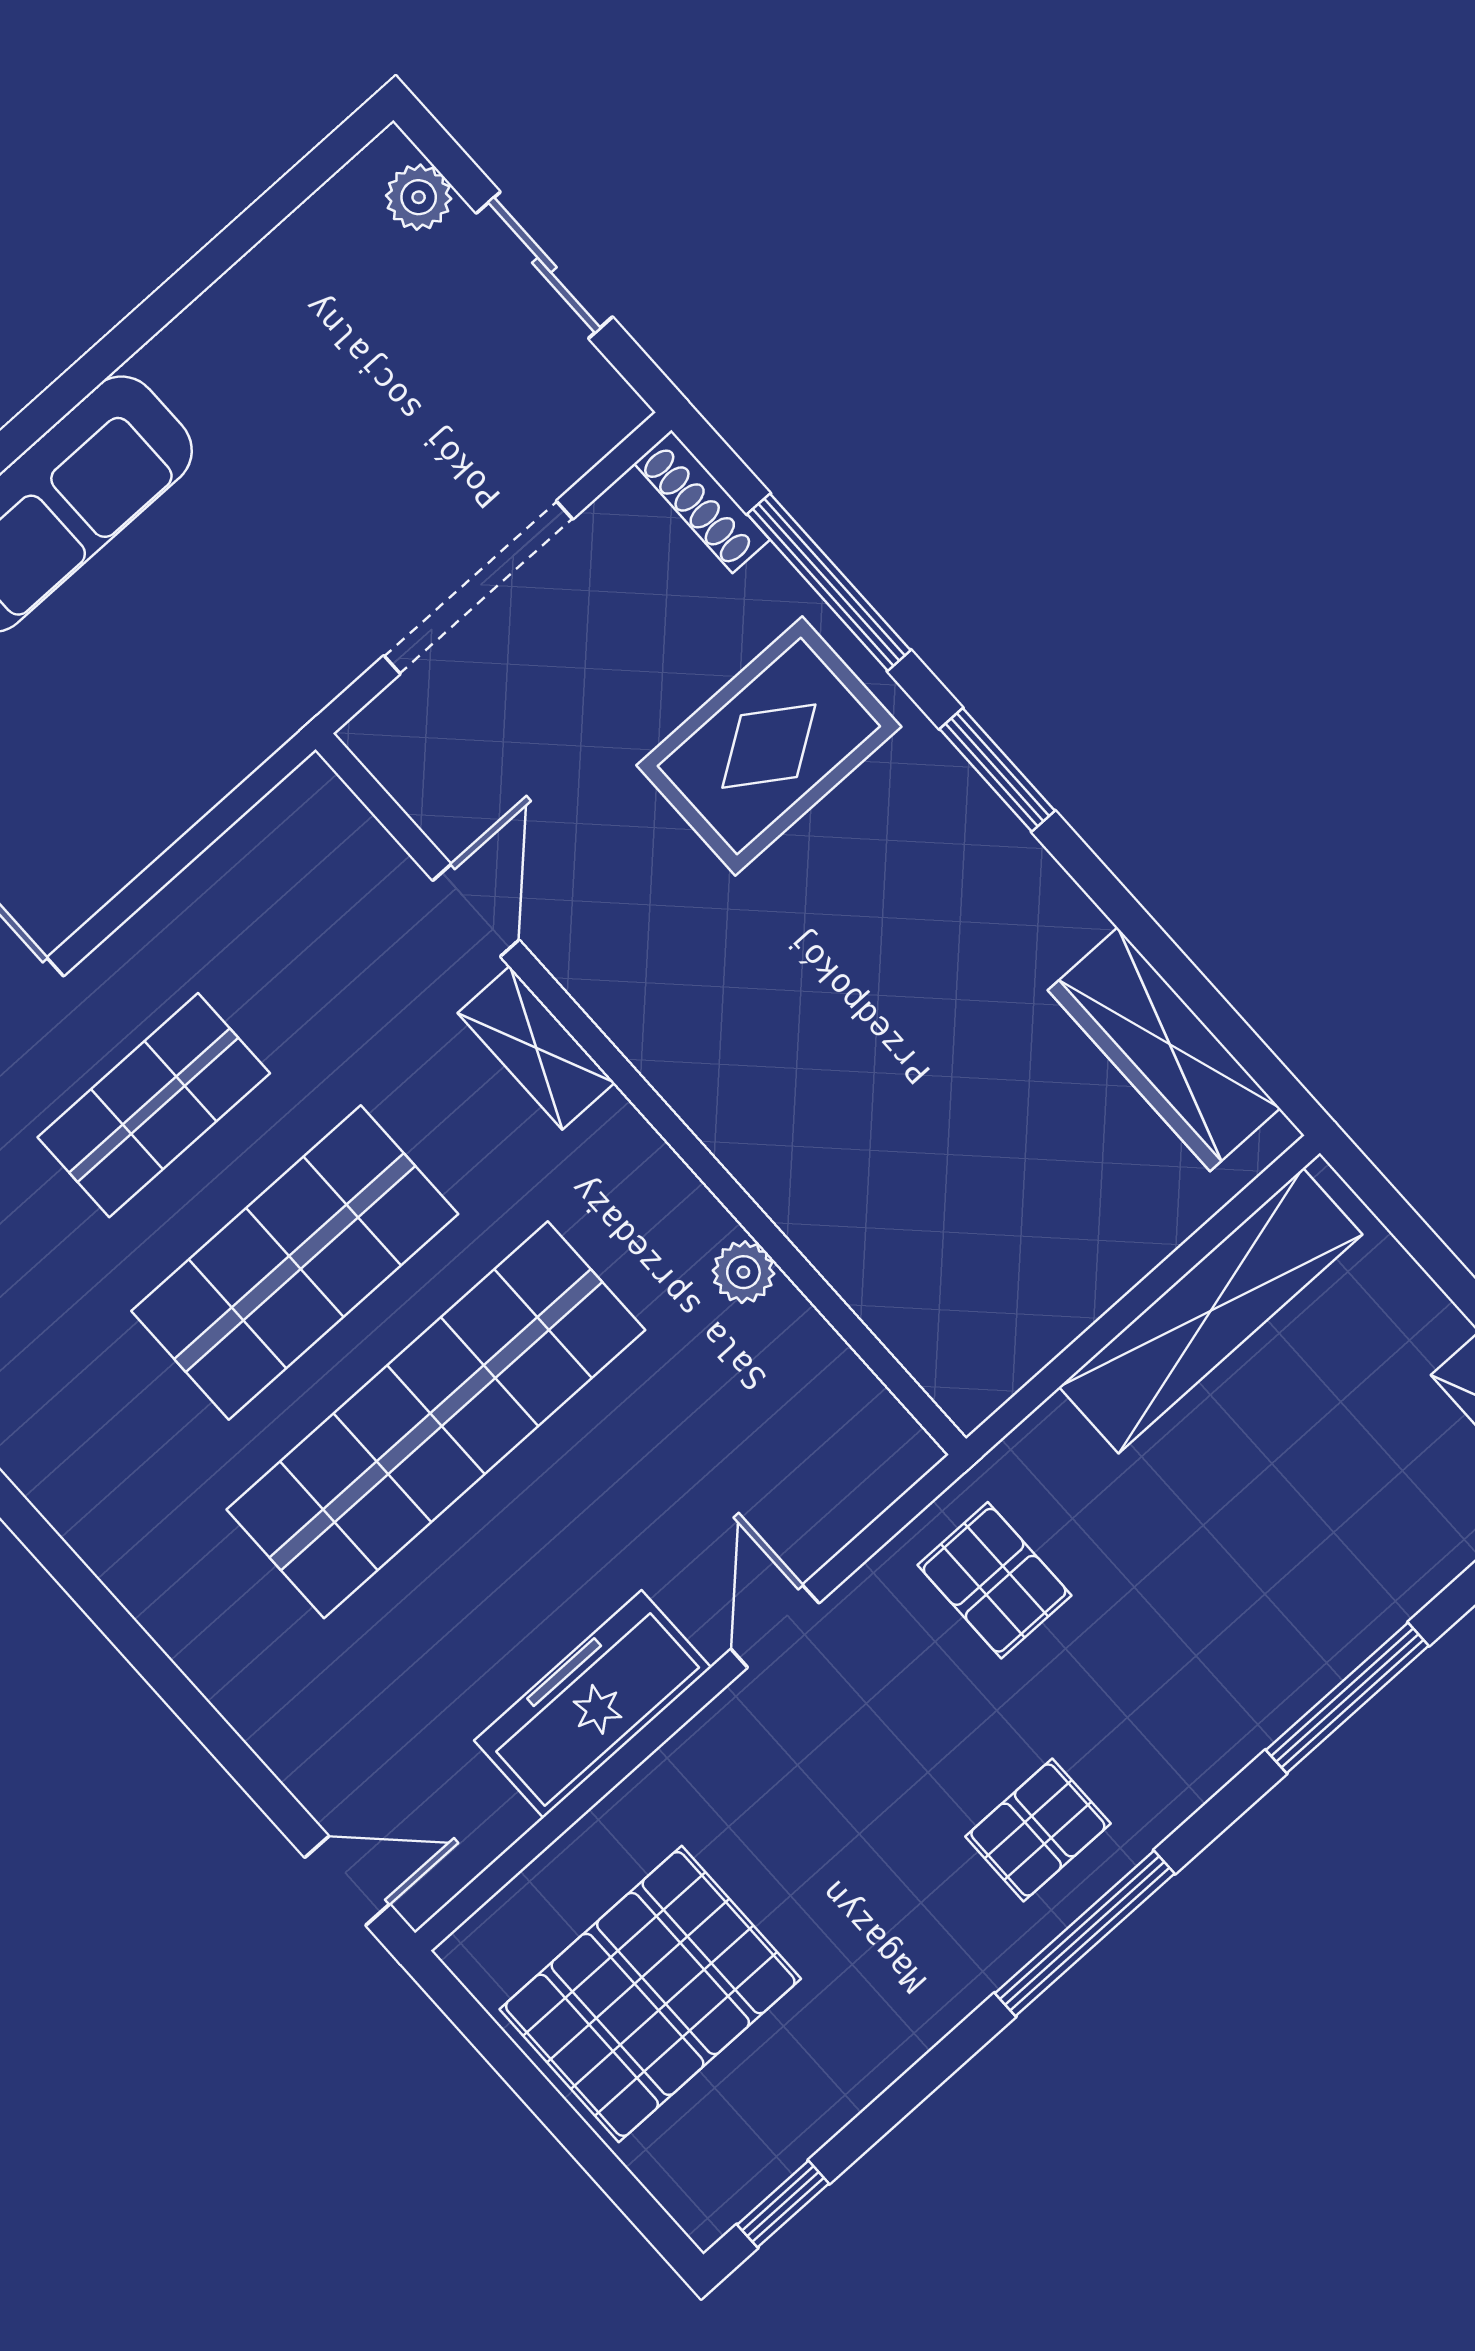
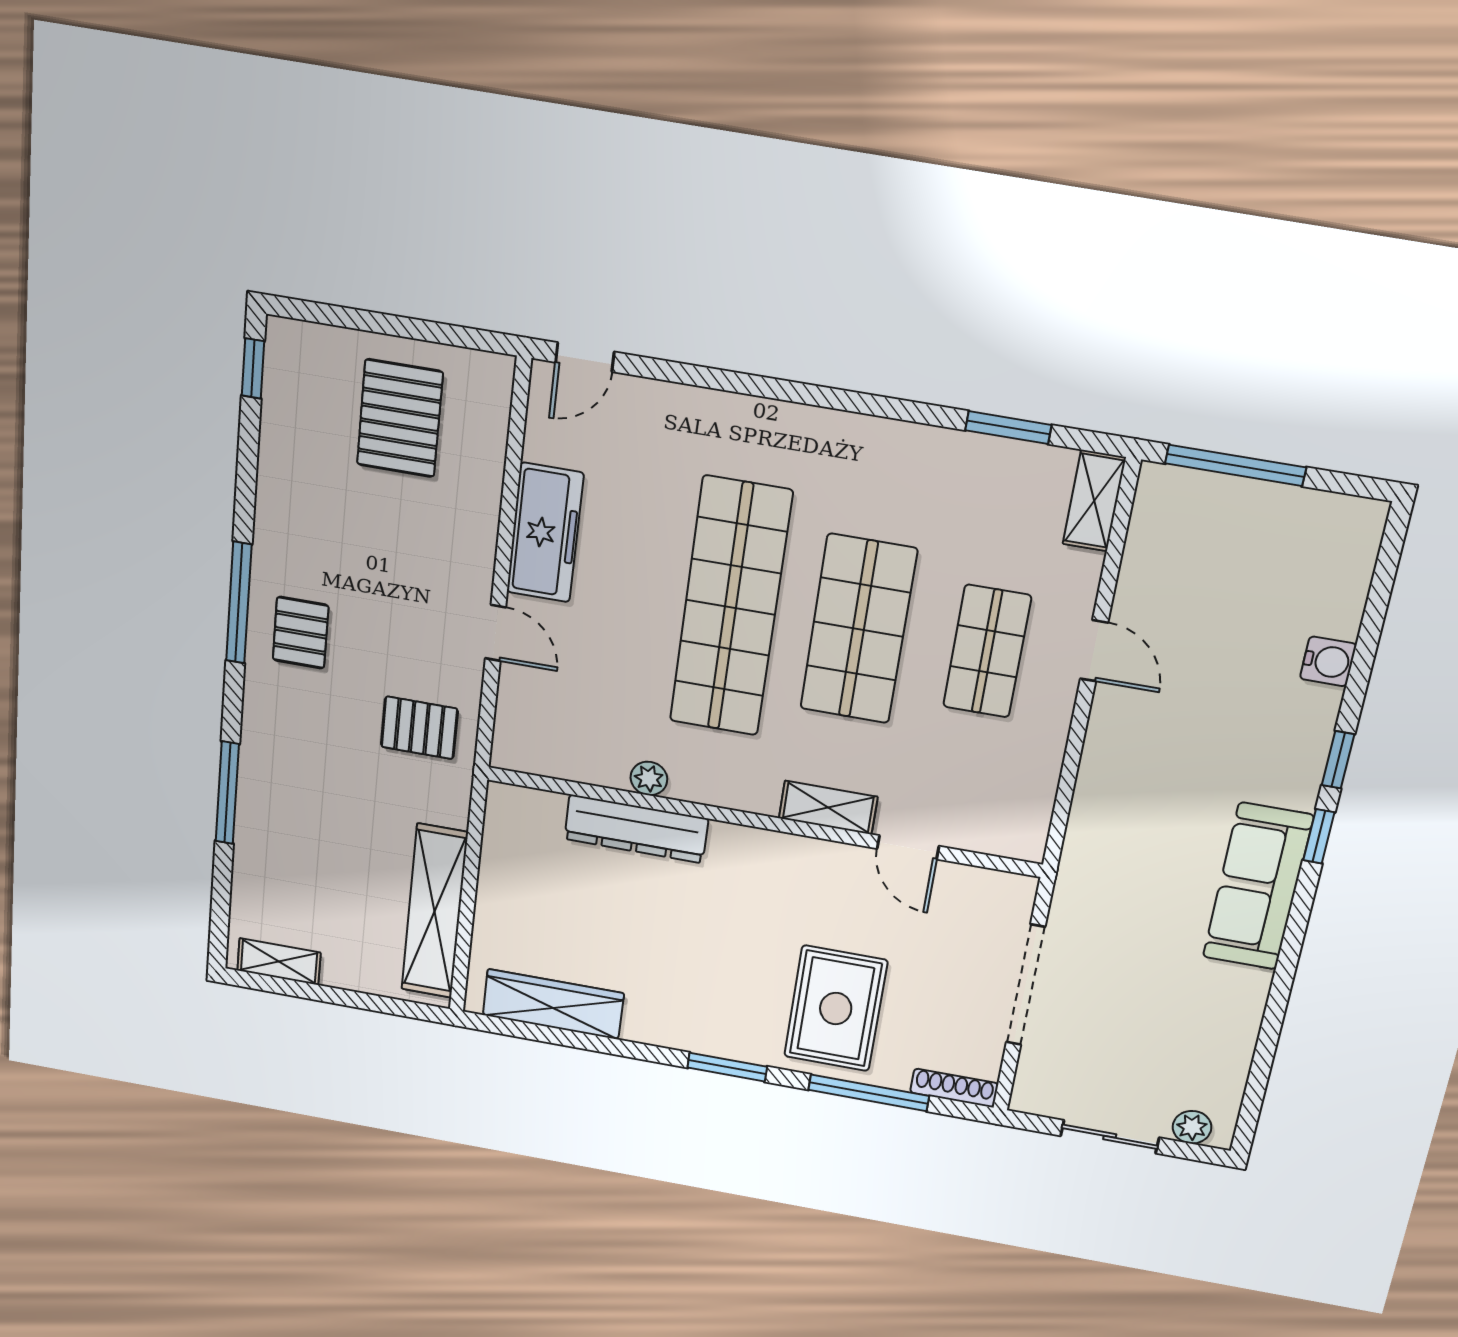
dresser: (822, 1215) -> (636, 829), added
pallet: (650, 1994) -> (400, 418), width x0.73, depth x0.71

